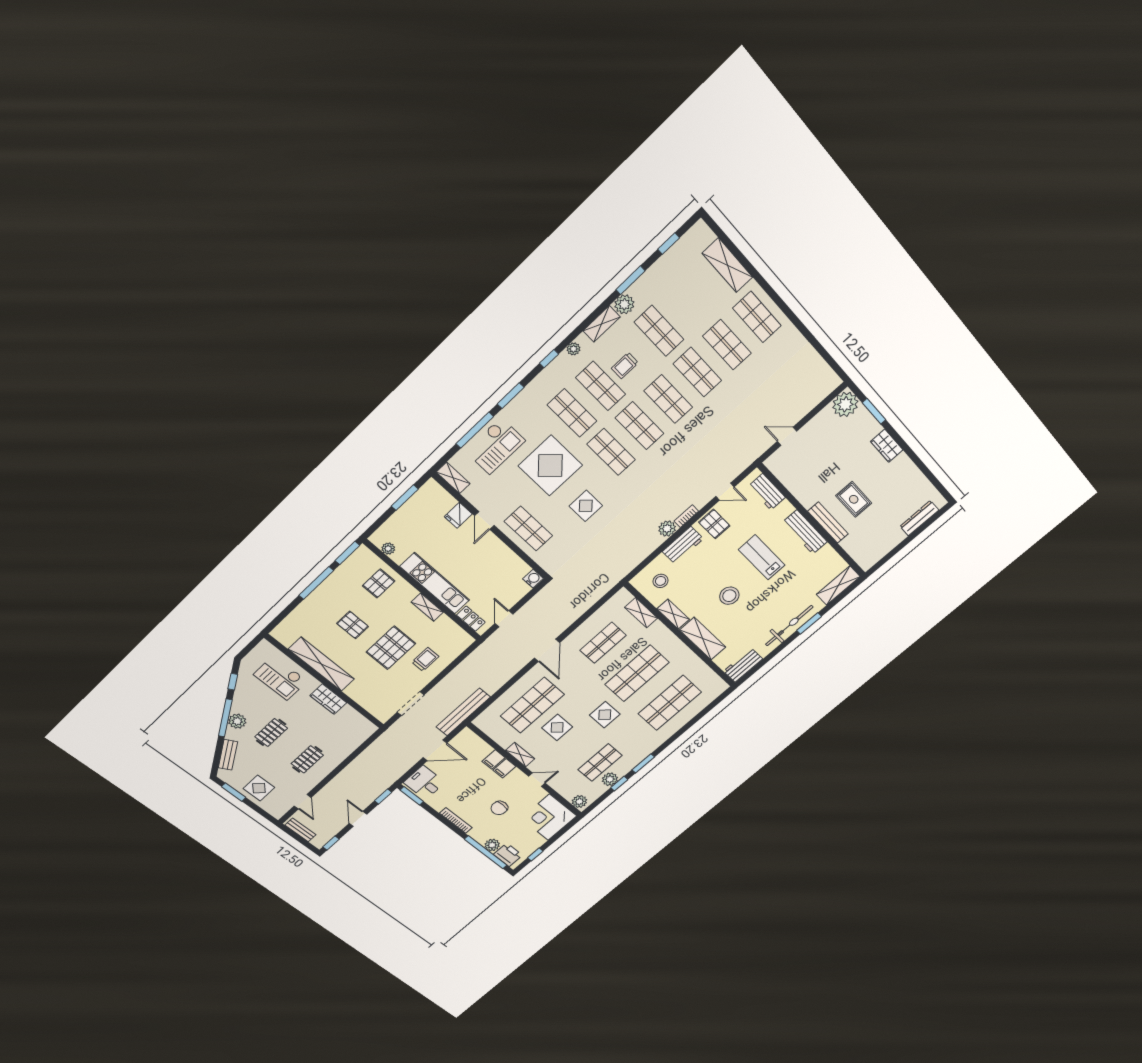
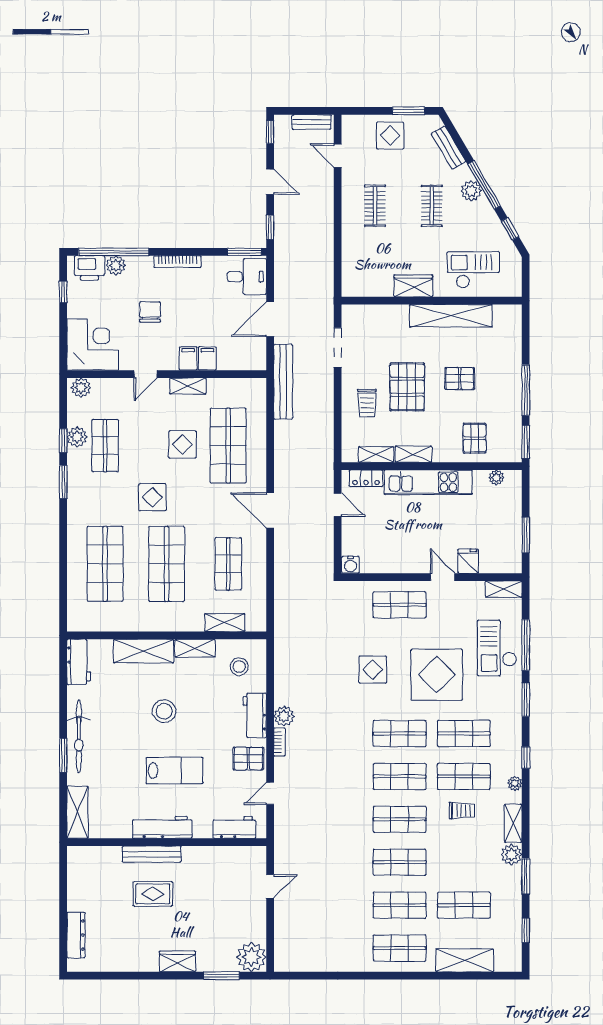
shop shelf: (659, 331) -> (464, 905), moved
trolley: (625, 366) -> (462, 811), turned 90
shelving: (450, 627) -> (376, 455), added

